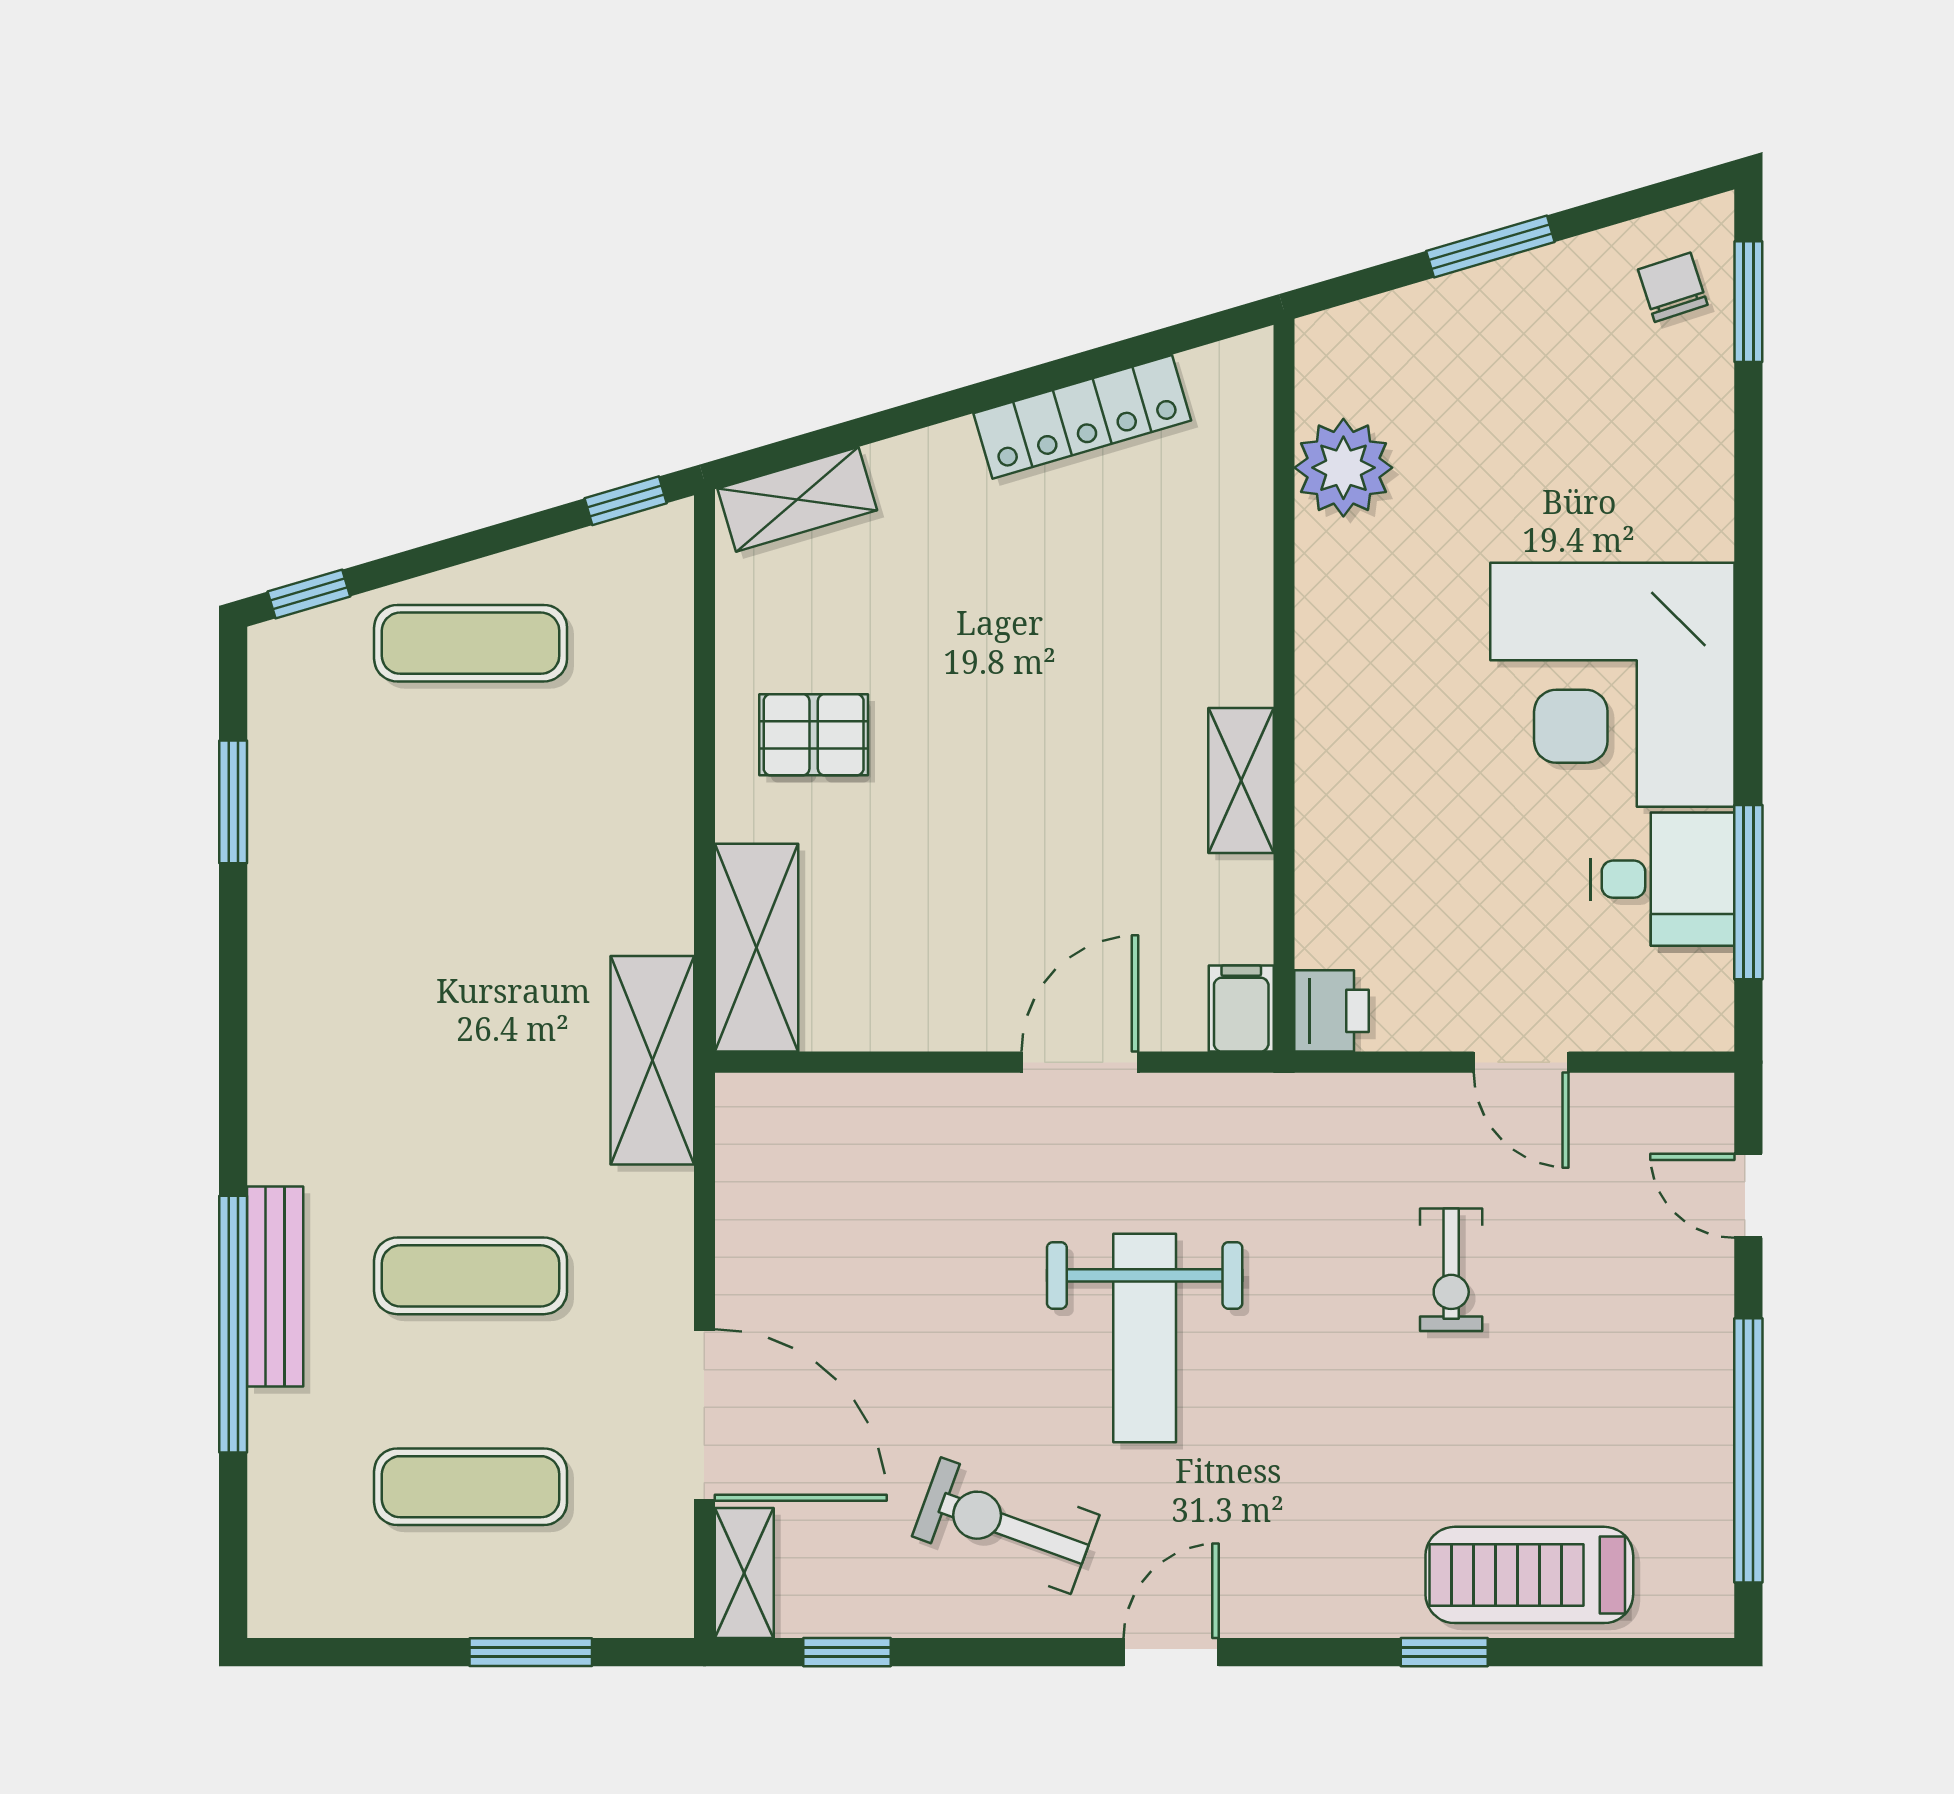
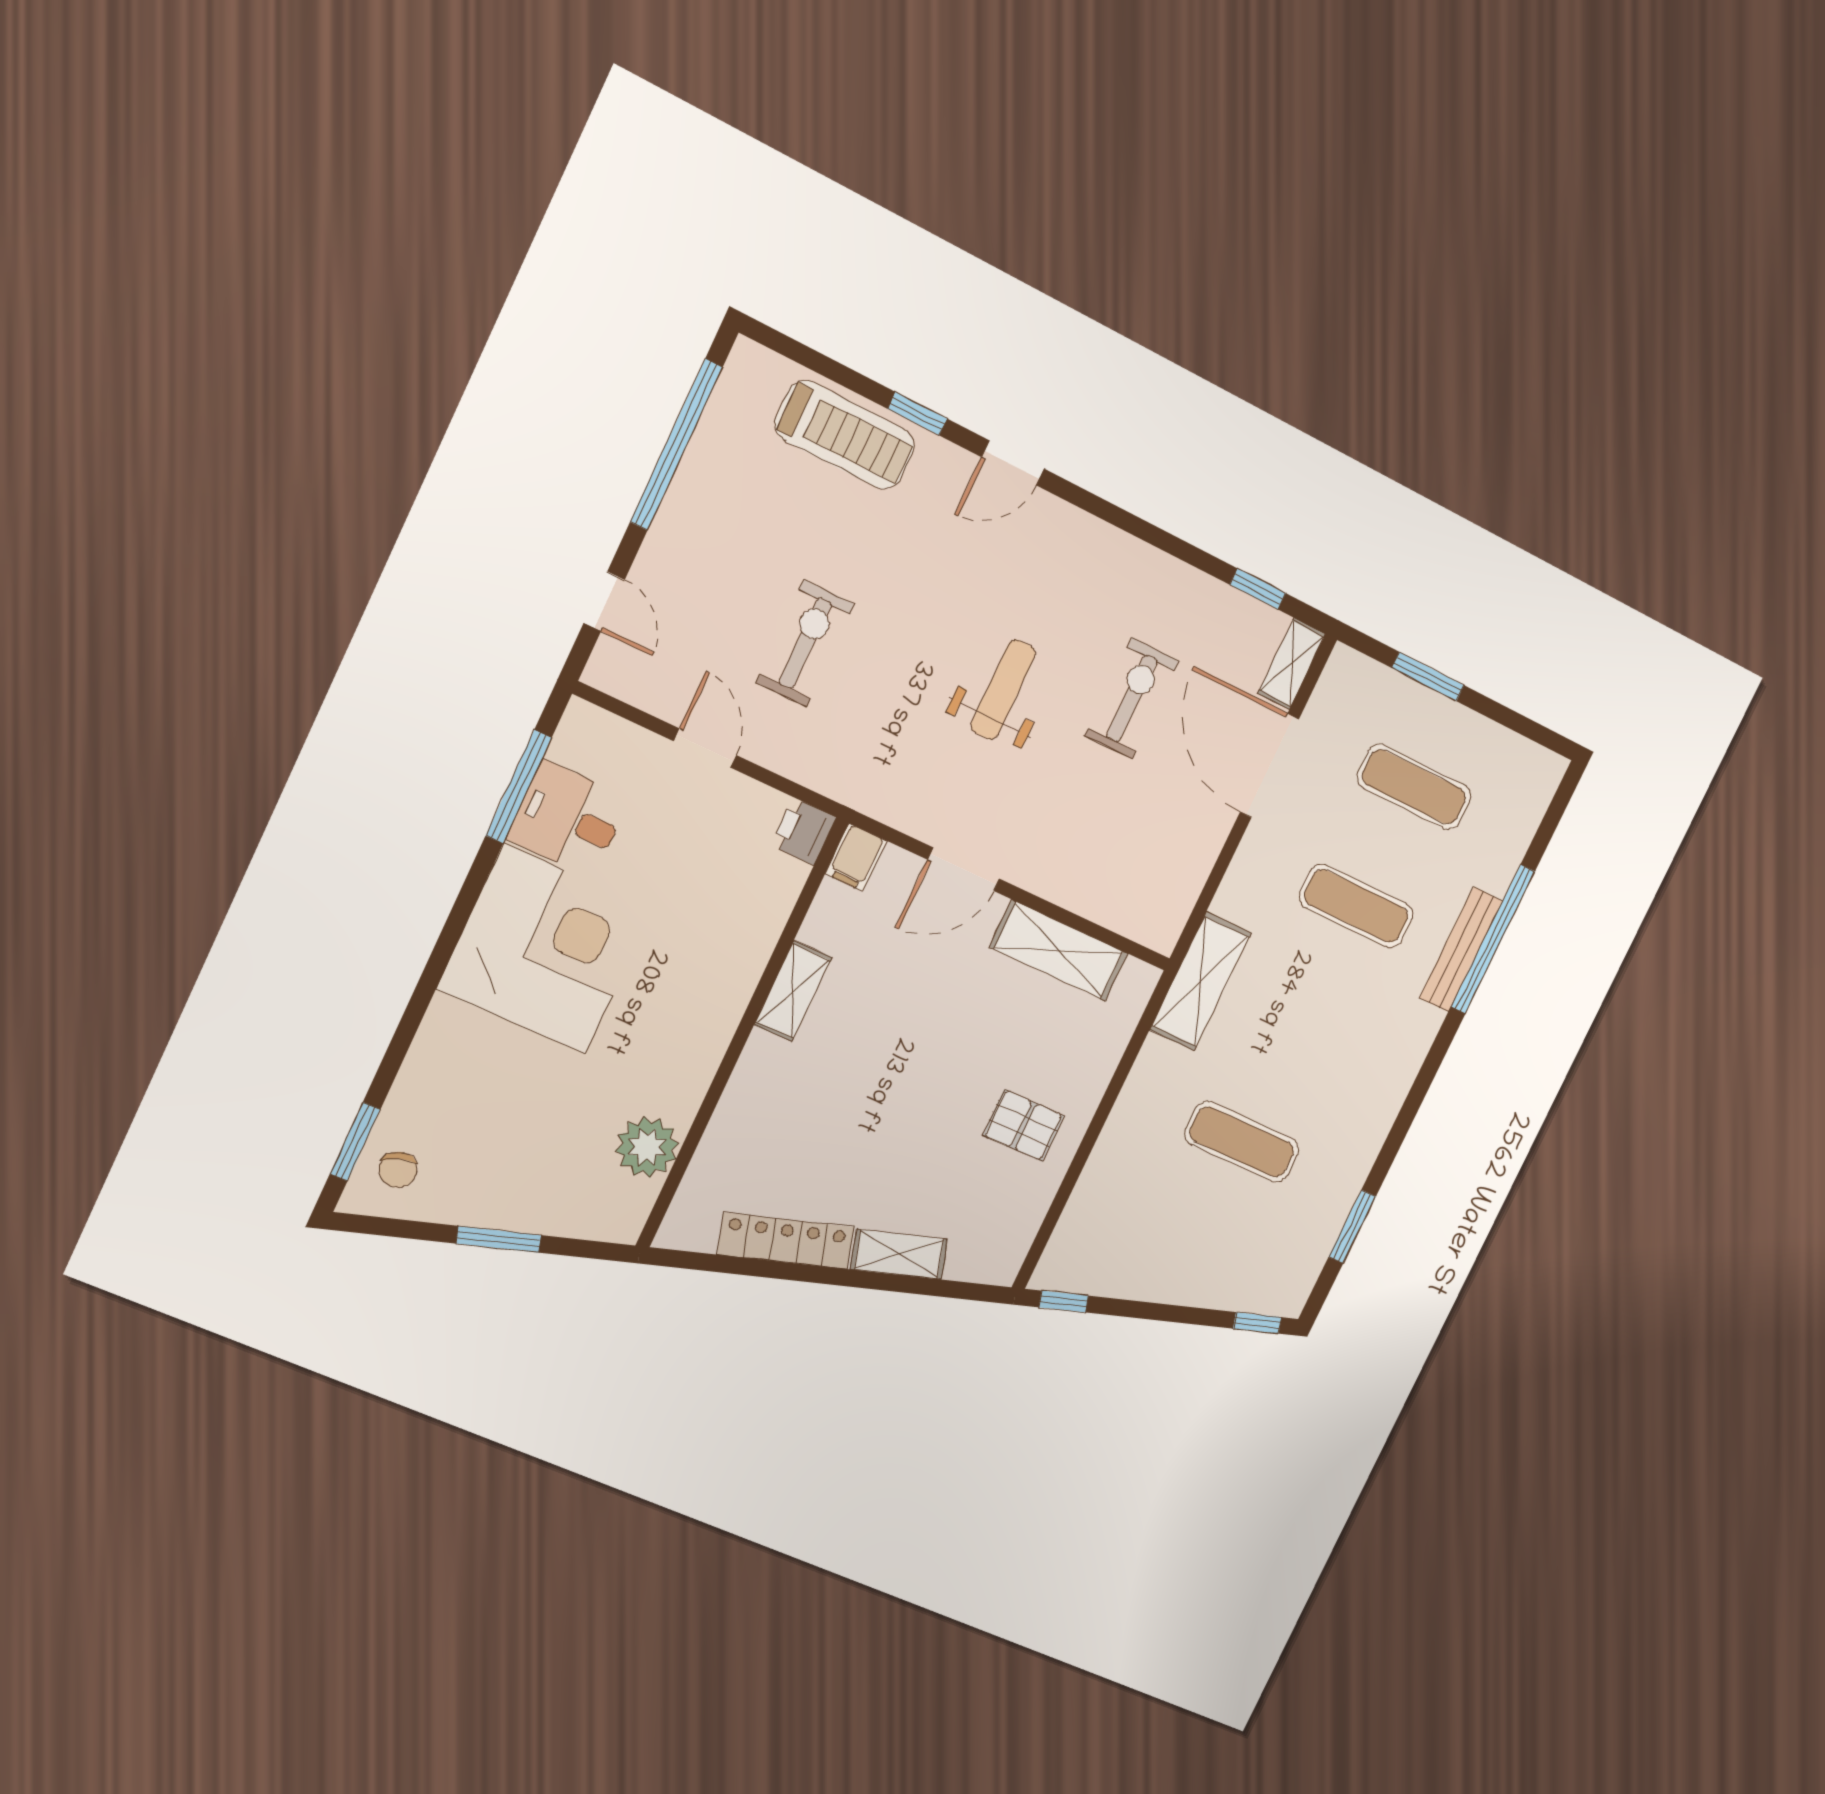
shelving: (797, 499) -> (899, 1254), moved
exercise mat: (471, 643) -> (1242, 1142), moved
shelving: (757, 948) -> (1059, 950), moved, turned 90
exercise bike: (1451, 1270) -> (805, 643), width x1.38, depth x1.39
weight bench: (1145, 1338) -> (1003, 690), width x0.73, depth x0.75
exercise bike: (1006, 1526) -> (1132, 698), moved, turned -110
door: (1171, 1652) -> (1013, 463), moved

